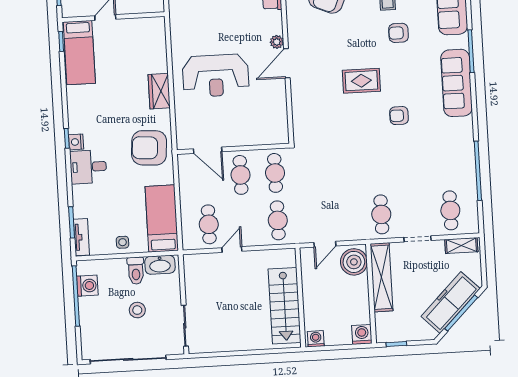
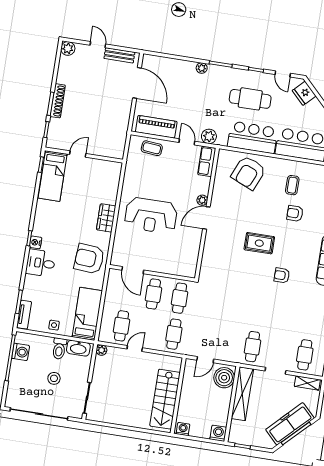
plant: (190, 261) -> (101, 350), added

